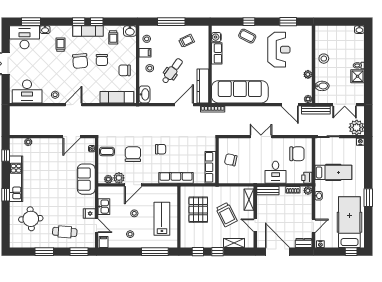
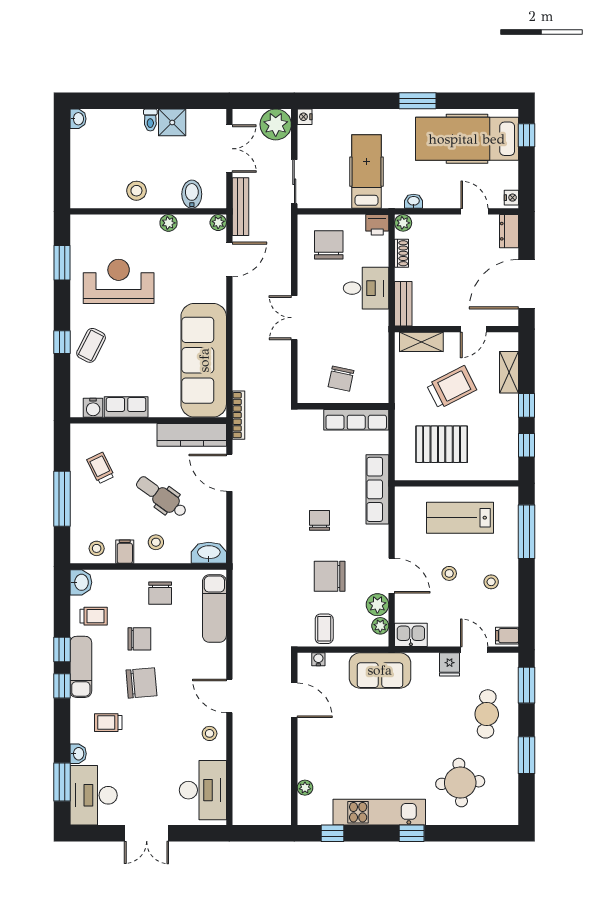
kitchen sink: (104, 207) -> (411, 635), moved
door: (97, 226) -> (474, 650), hinge flipped

